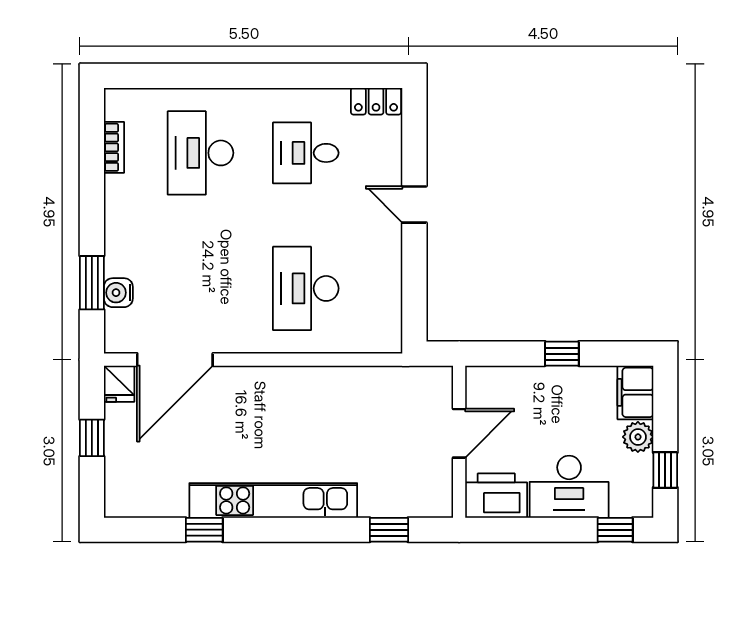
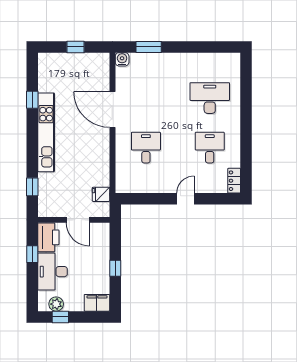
bookcase: (114, 147) -> (212, 57), removed
desk: (306, 288) -> (146, 148), width x0.73
water cooler: (118, 293) -> (122, 59), moved
door: (175, 360) -> (112, 110), moved
fridge: (119, 384) -> (101, 194), moved
plant: (638, 437) -> (56, 304), moved
window: (615, 530) -> (32, 254), moved

